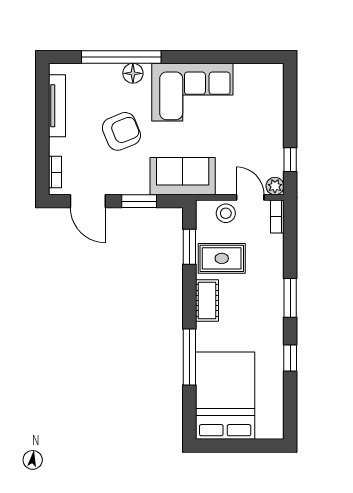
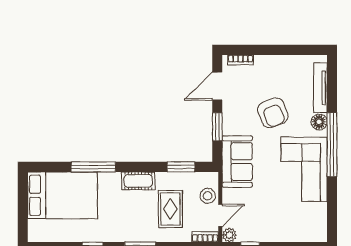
window: (121, 57) -> (332, 145), moved
tv unit: (57, 106) -> (320, 88), moved, turned 90
rug: (222, 258) -> (170, 209), moved

